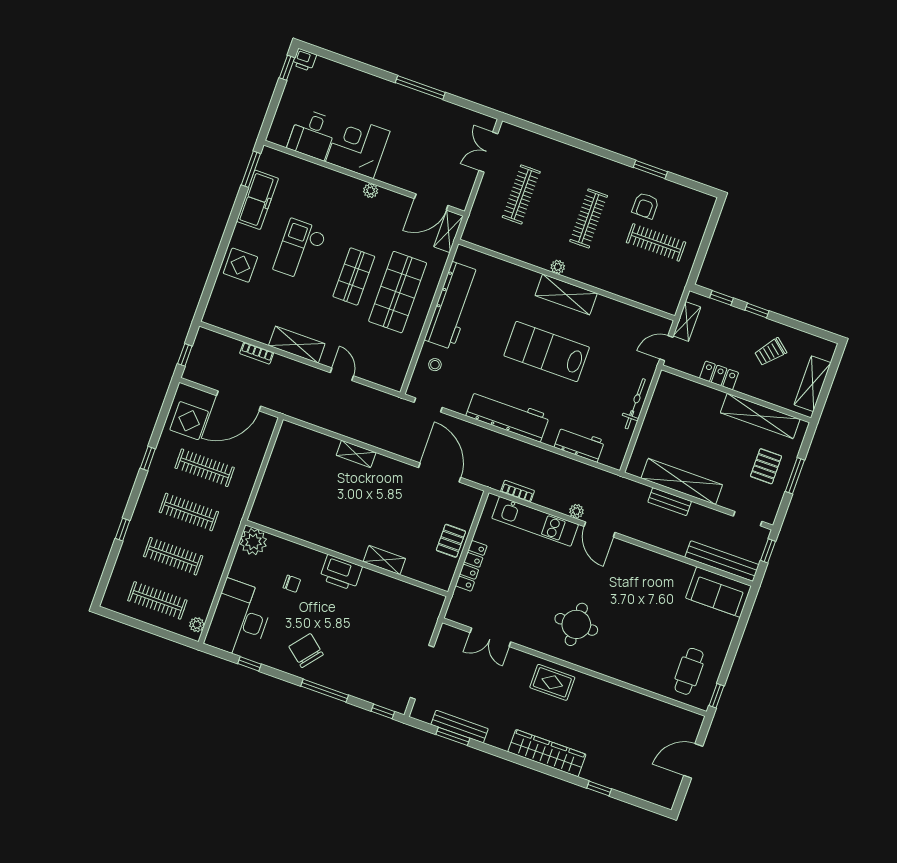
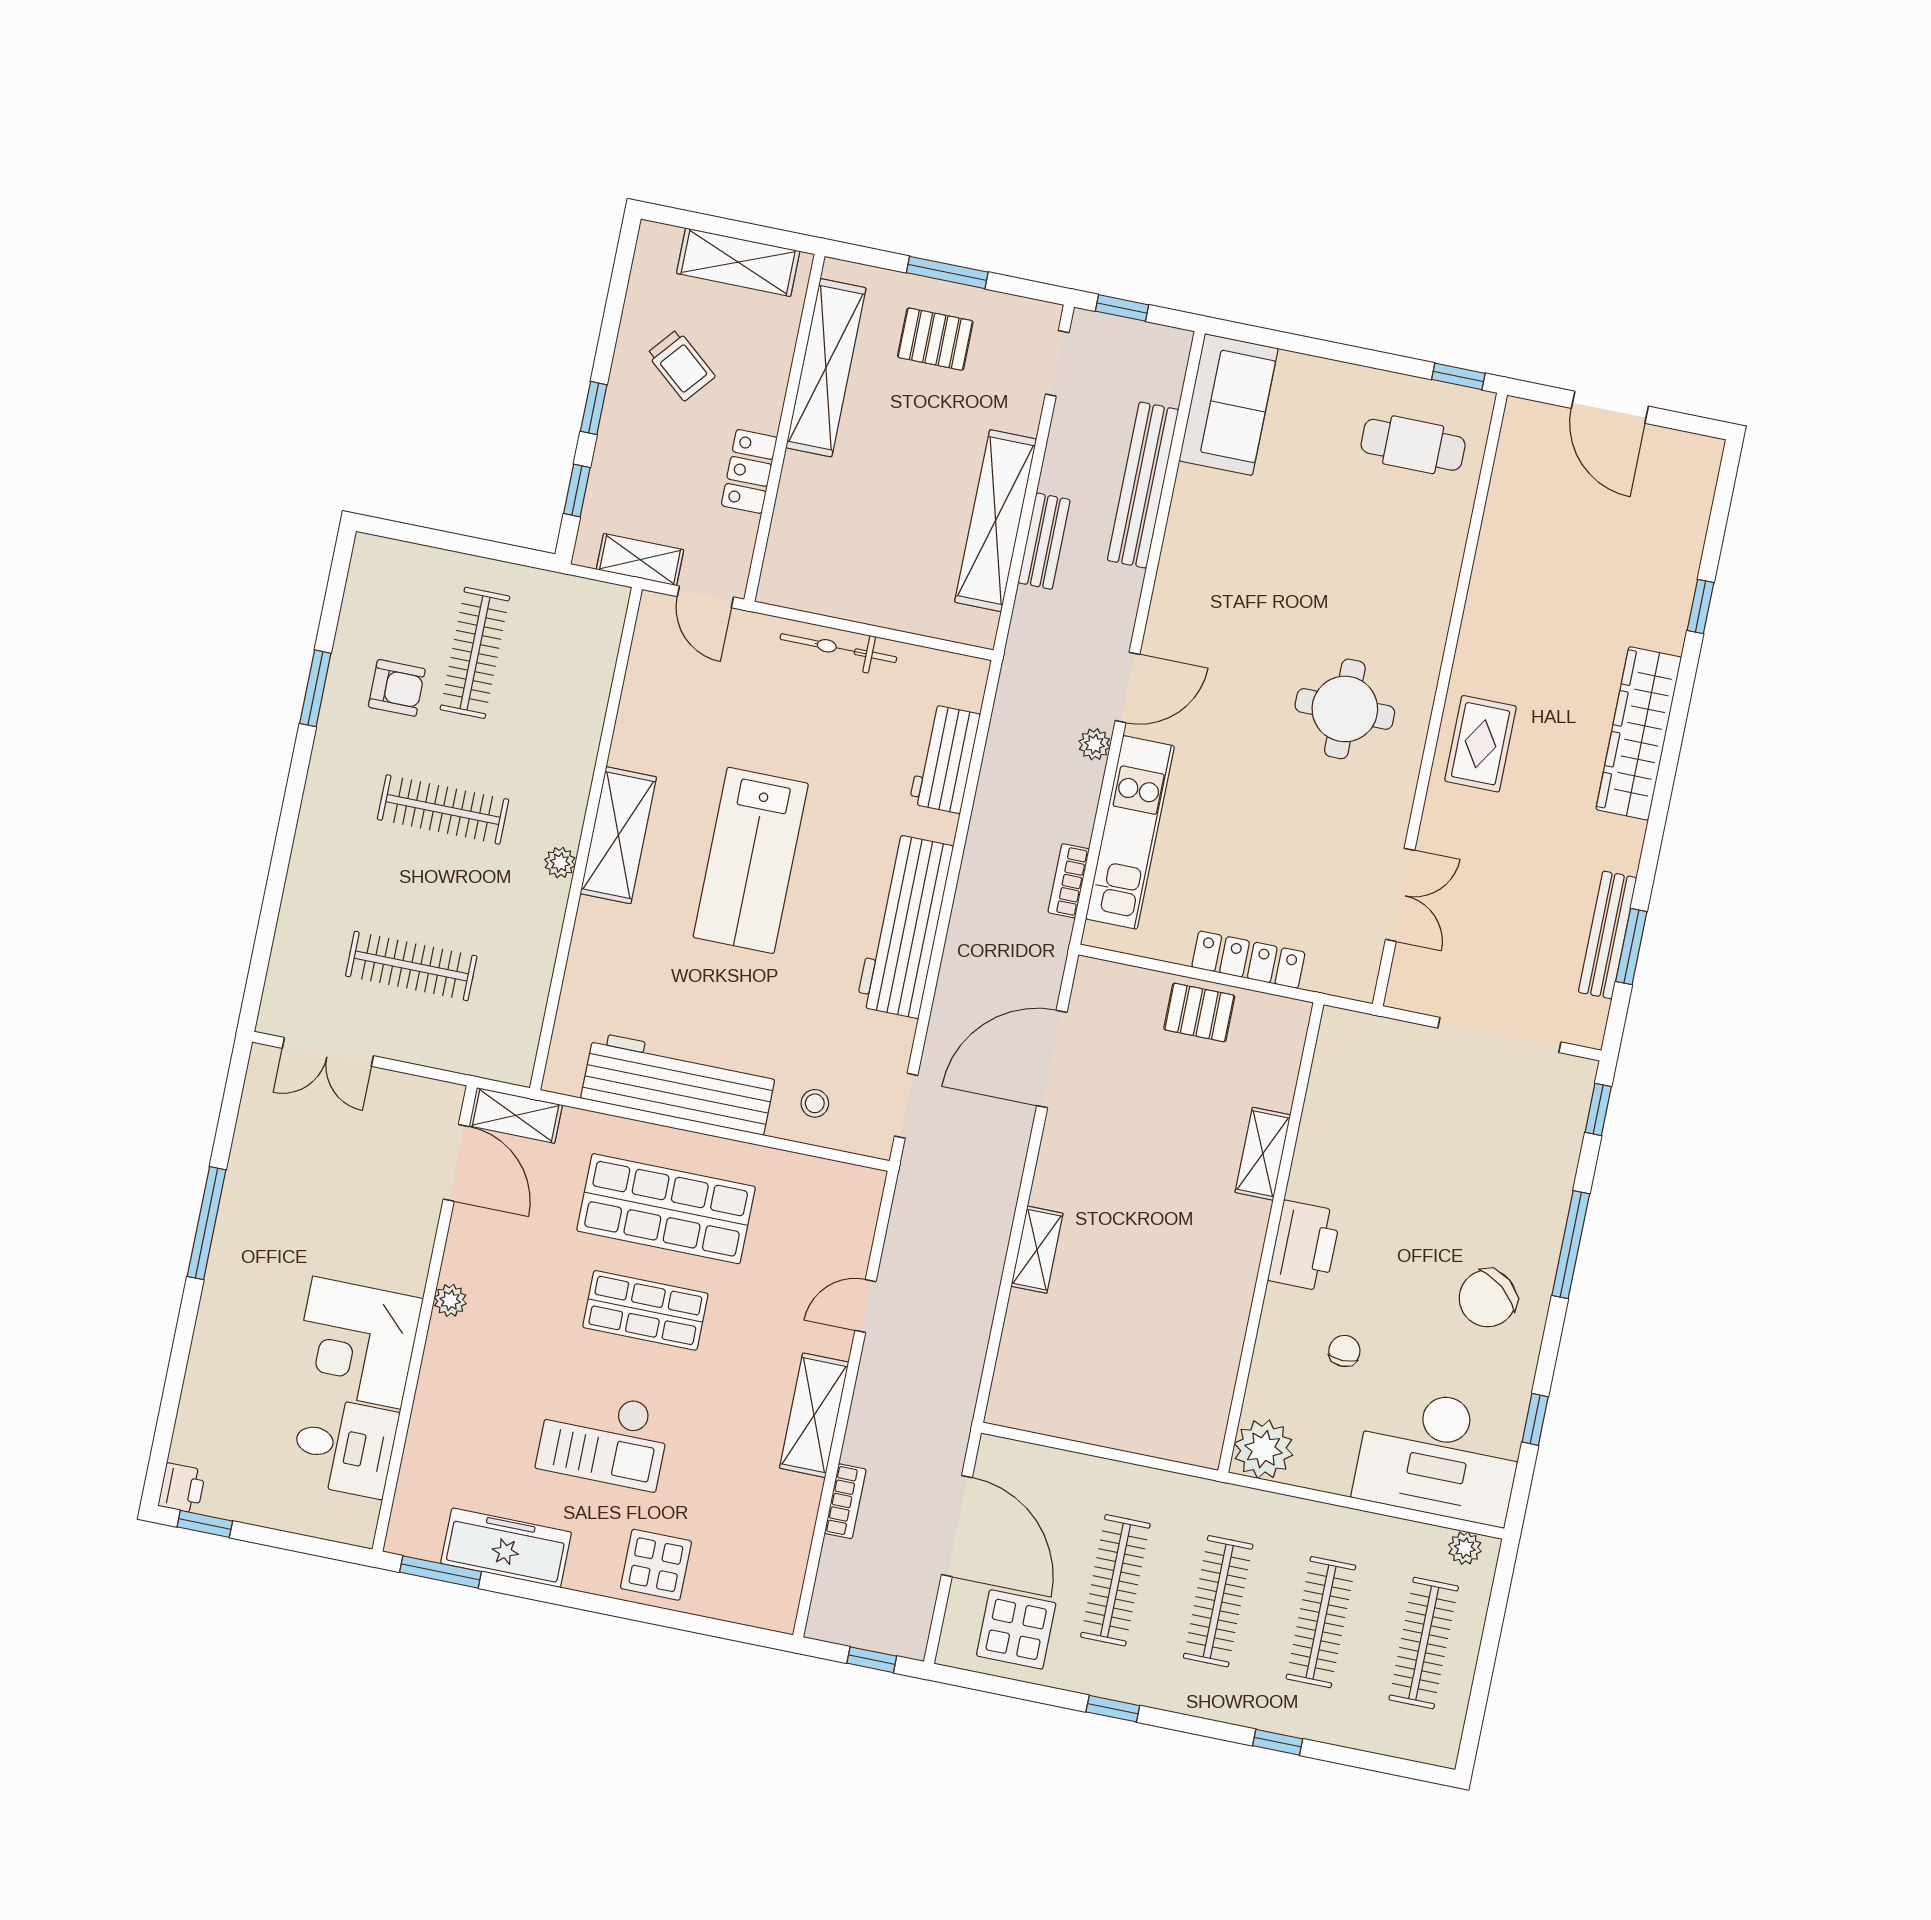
bench: (722, 561) -> (1143, 485), moved

